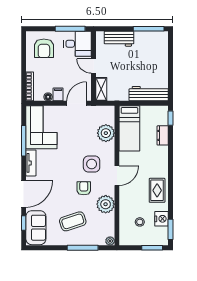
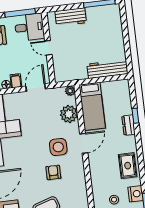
shelving: (101, 89) -> (59, 70), removed
window: (170, 118) -> (135, 116), moved
dresser: (163, 135) -> (129, 125), moved
door: (117, 176) -> (84, 143), moved
plant: (106, 204) -> (70, 91), moved, width x0.53, depth x0.53

